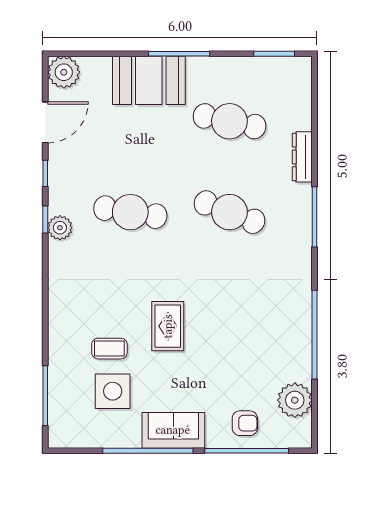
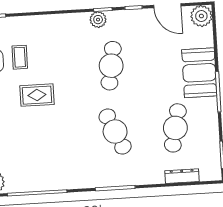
dresser: (302, 157) -> (182, 176), moved
cafe table: (229, 212) -> (115, 132), turned -45

